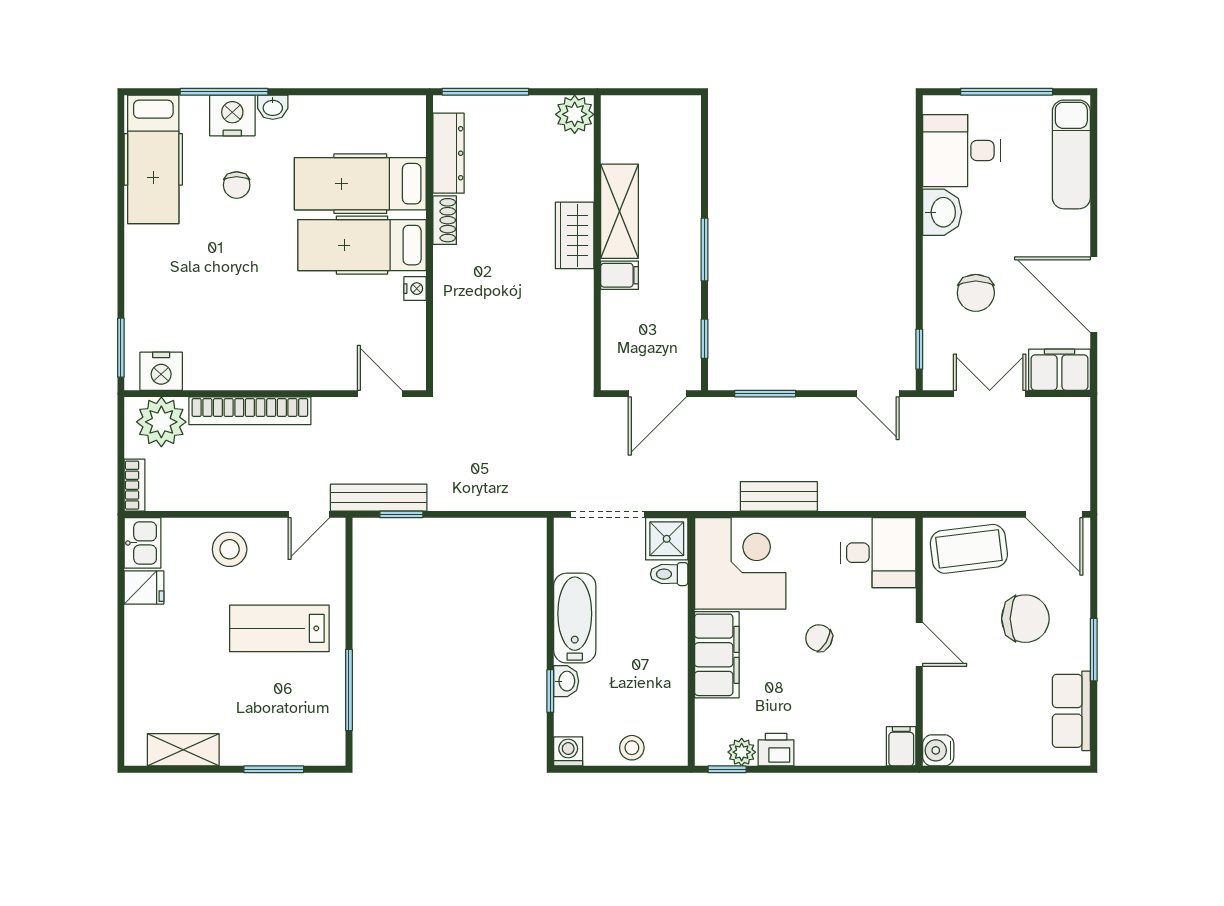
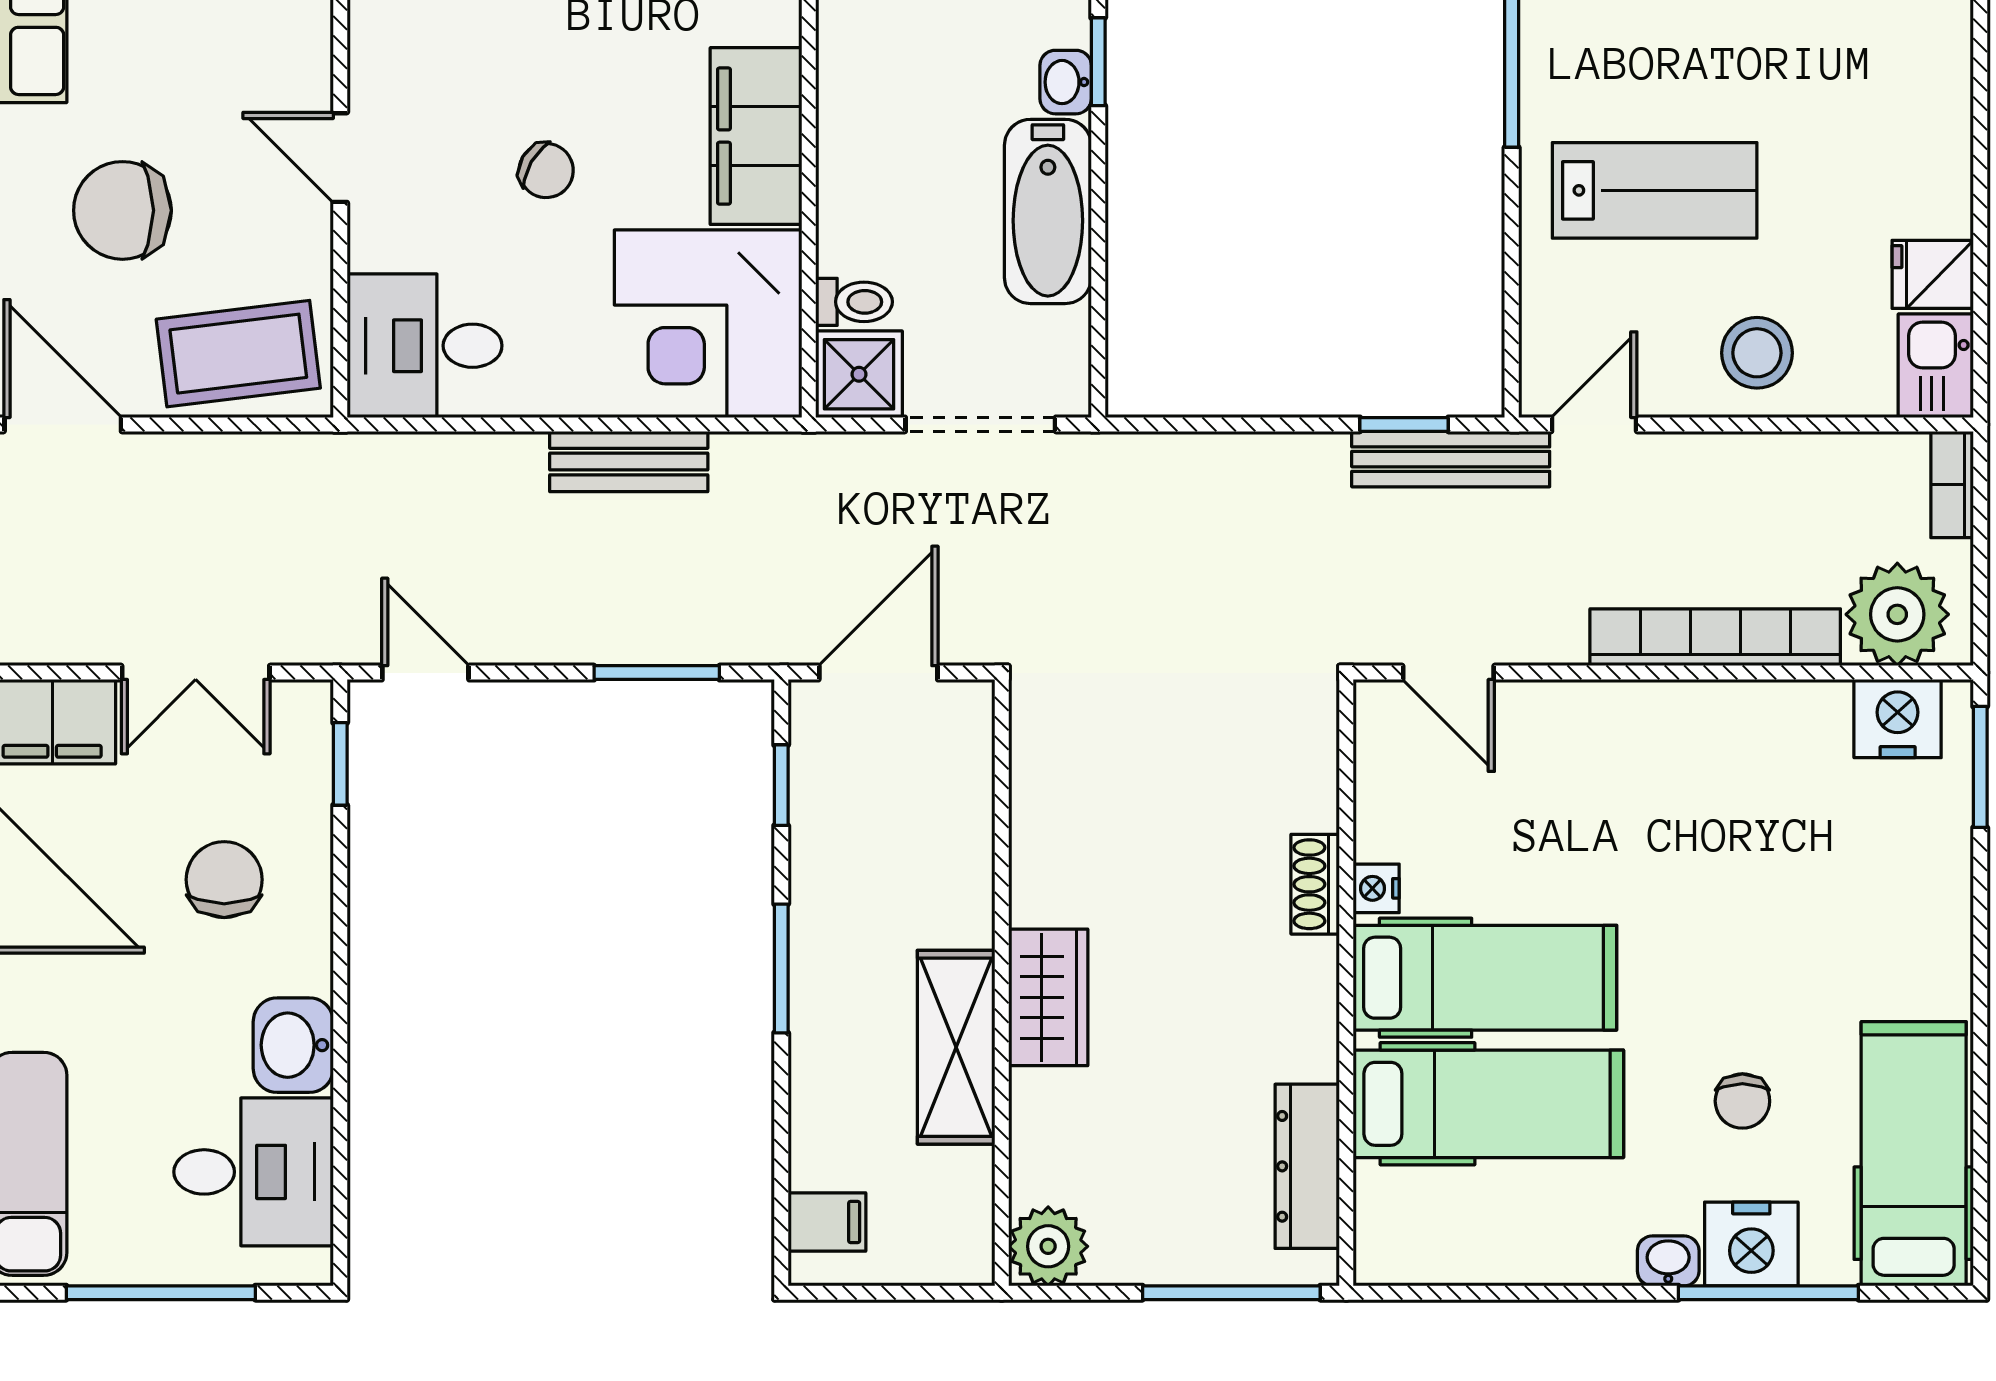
chair: (237, 185) -> (1742, 1101), turned 180
shoe rack: (445, 220) -> (1315, 884), moved
filing cabinet: (619, 275) -> (827, 1222), moved, turned 180

